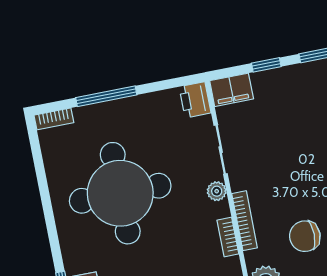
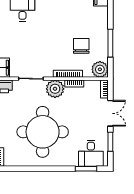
plant: (217, 191) -> (55, 89), width x1.87, depth x1.87
chair: (305, 236) -> (81, 46), turned 180

